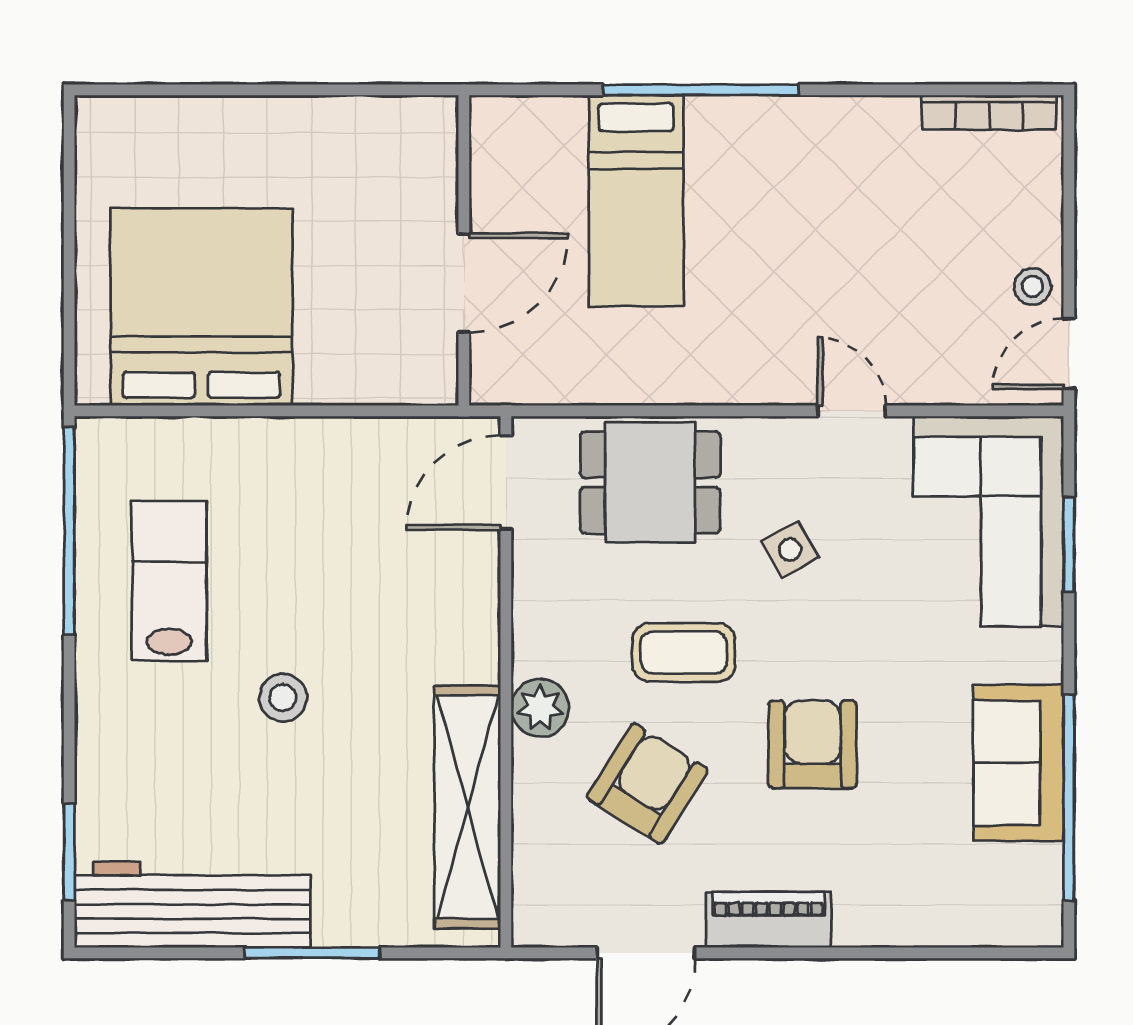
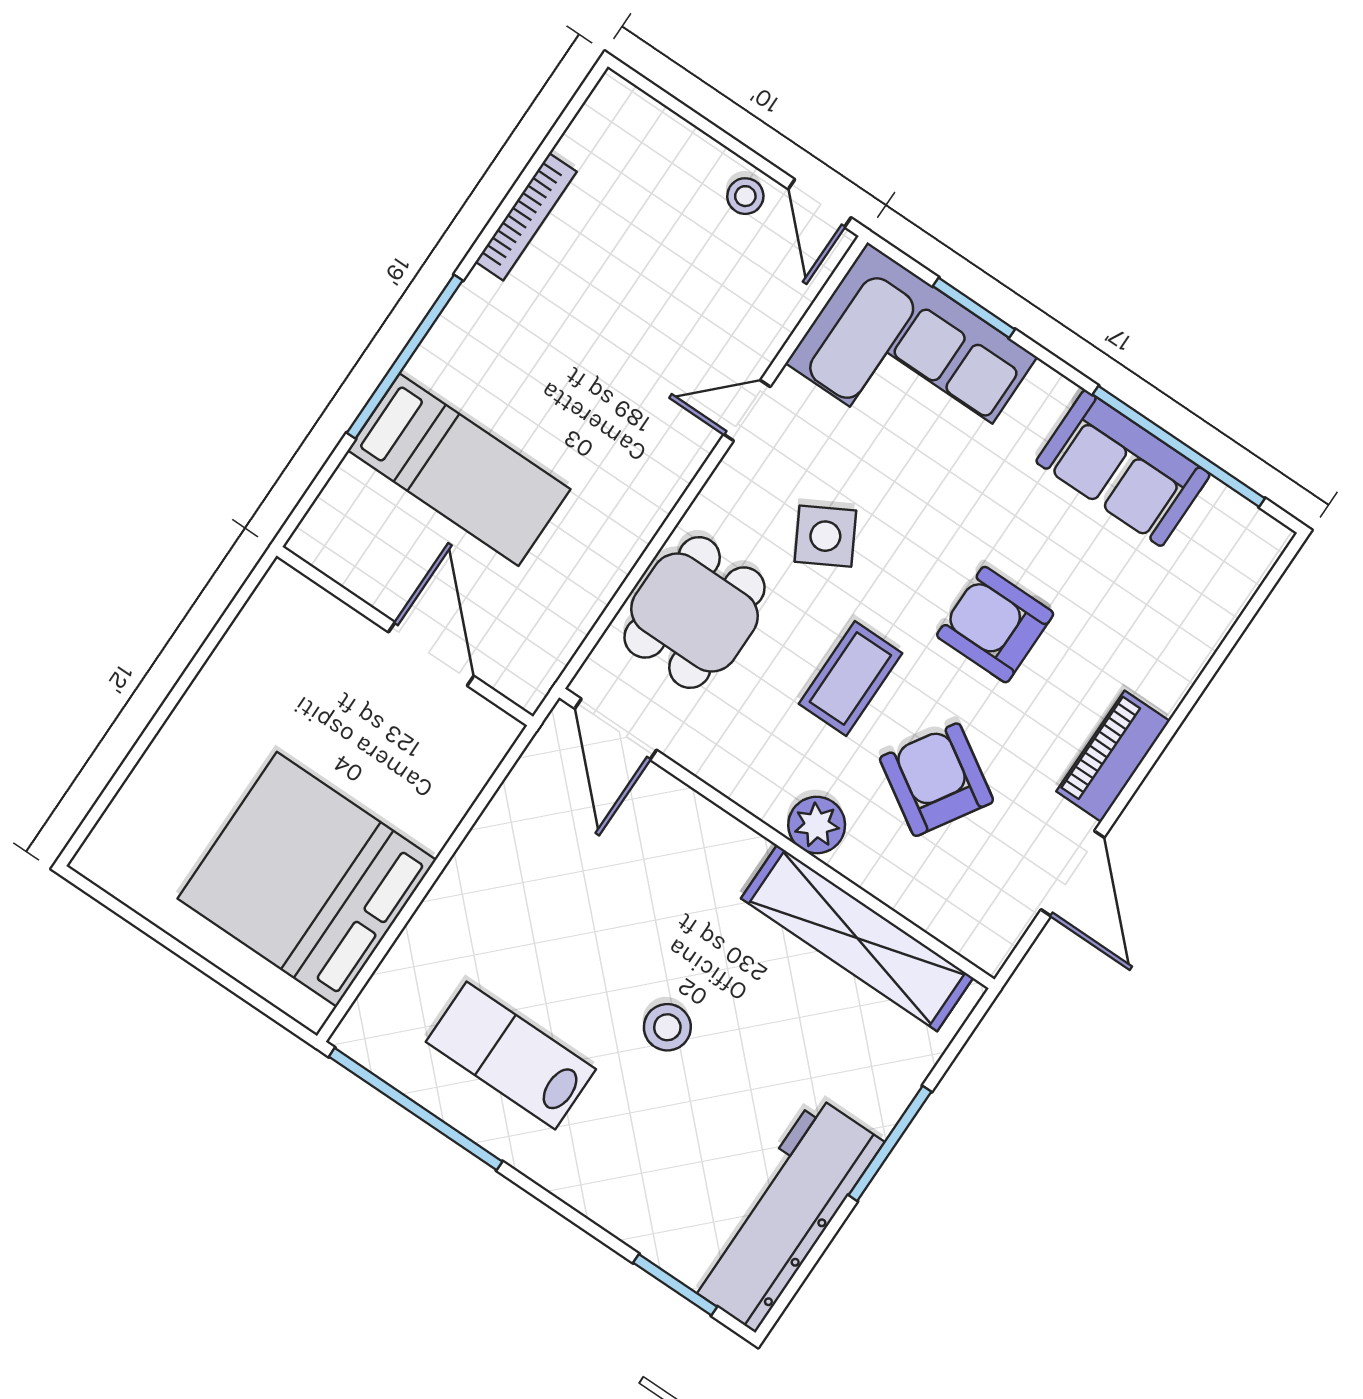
bookcase: (989, 112) -> (526, 217), moved
side table: (790, 549) -> (825, 536), width x1.37, depth x1.37

